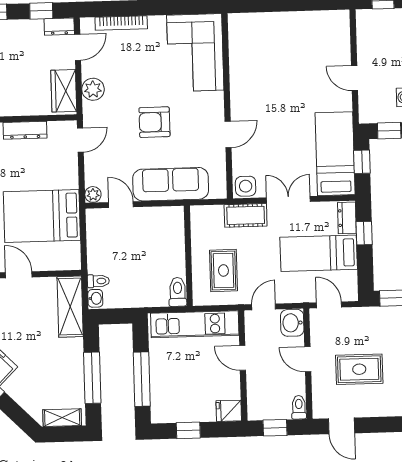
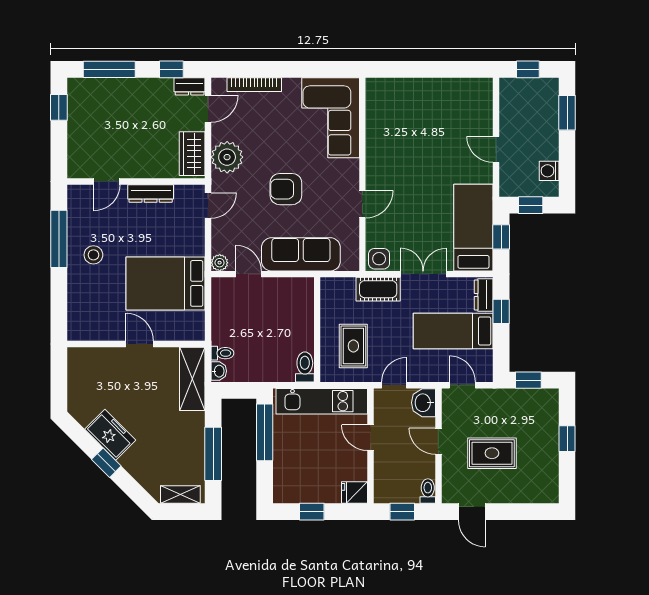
plant: (93, 89) -> (227, 157), width x1.36, depth x1.36
window: (142, 379) -> (265, 432), moved

